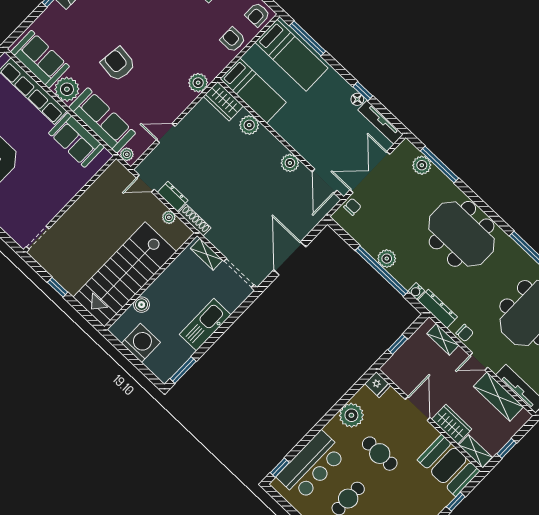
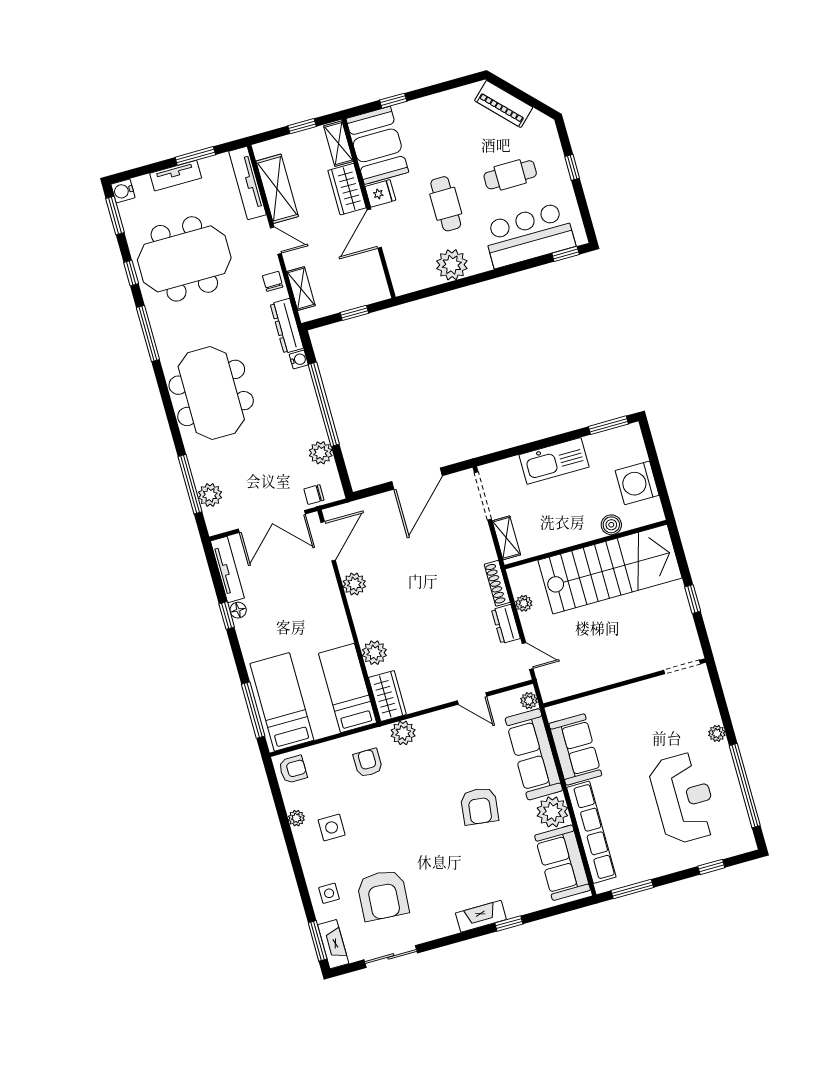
armchair: (233, 40) -> (368, 763), moved, turned 180
plant: (387, 259) -> (321, 453), moved
fridge: (378, 385) -> (380, 193), moved, turned 90

